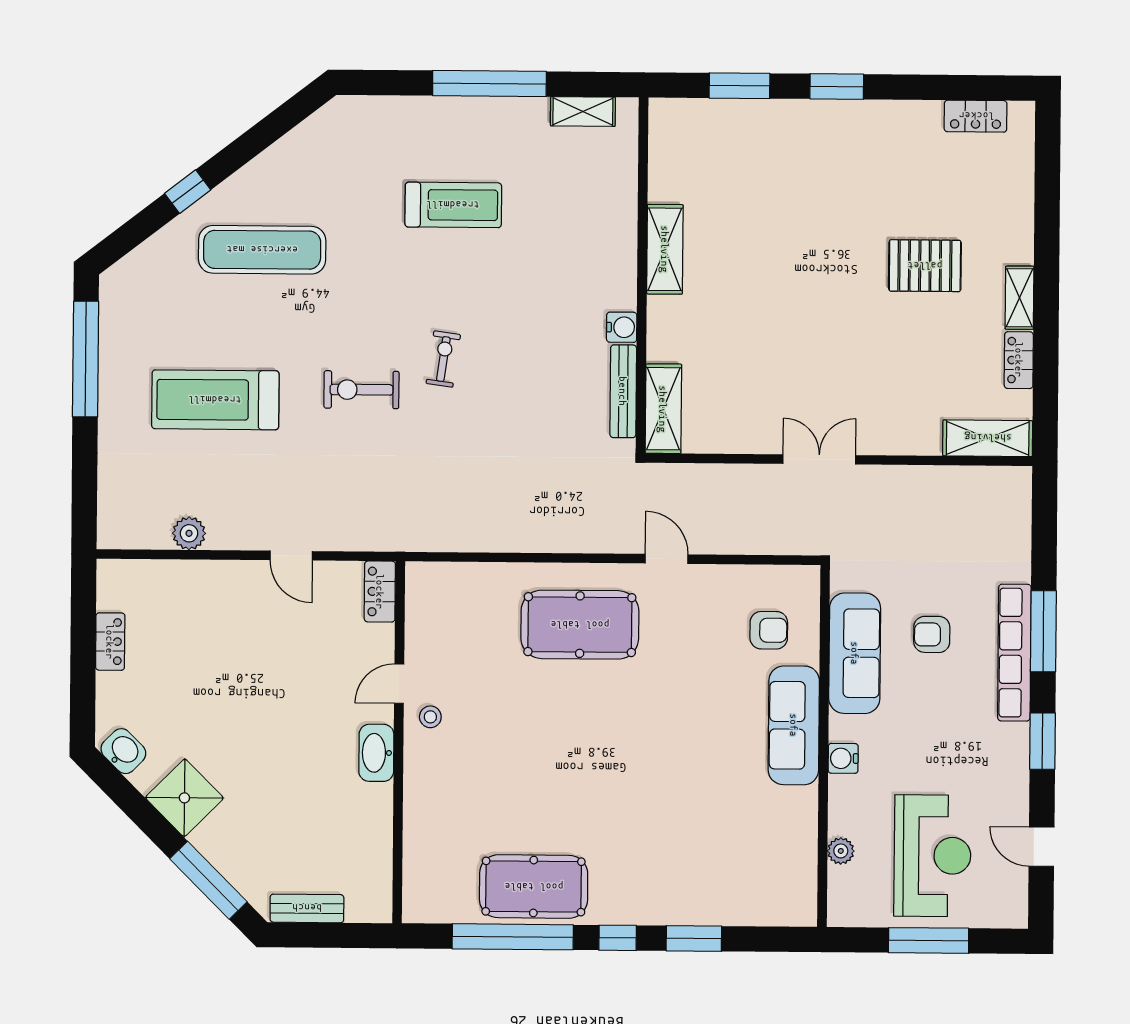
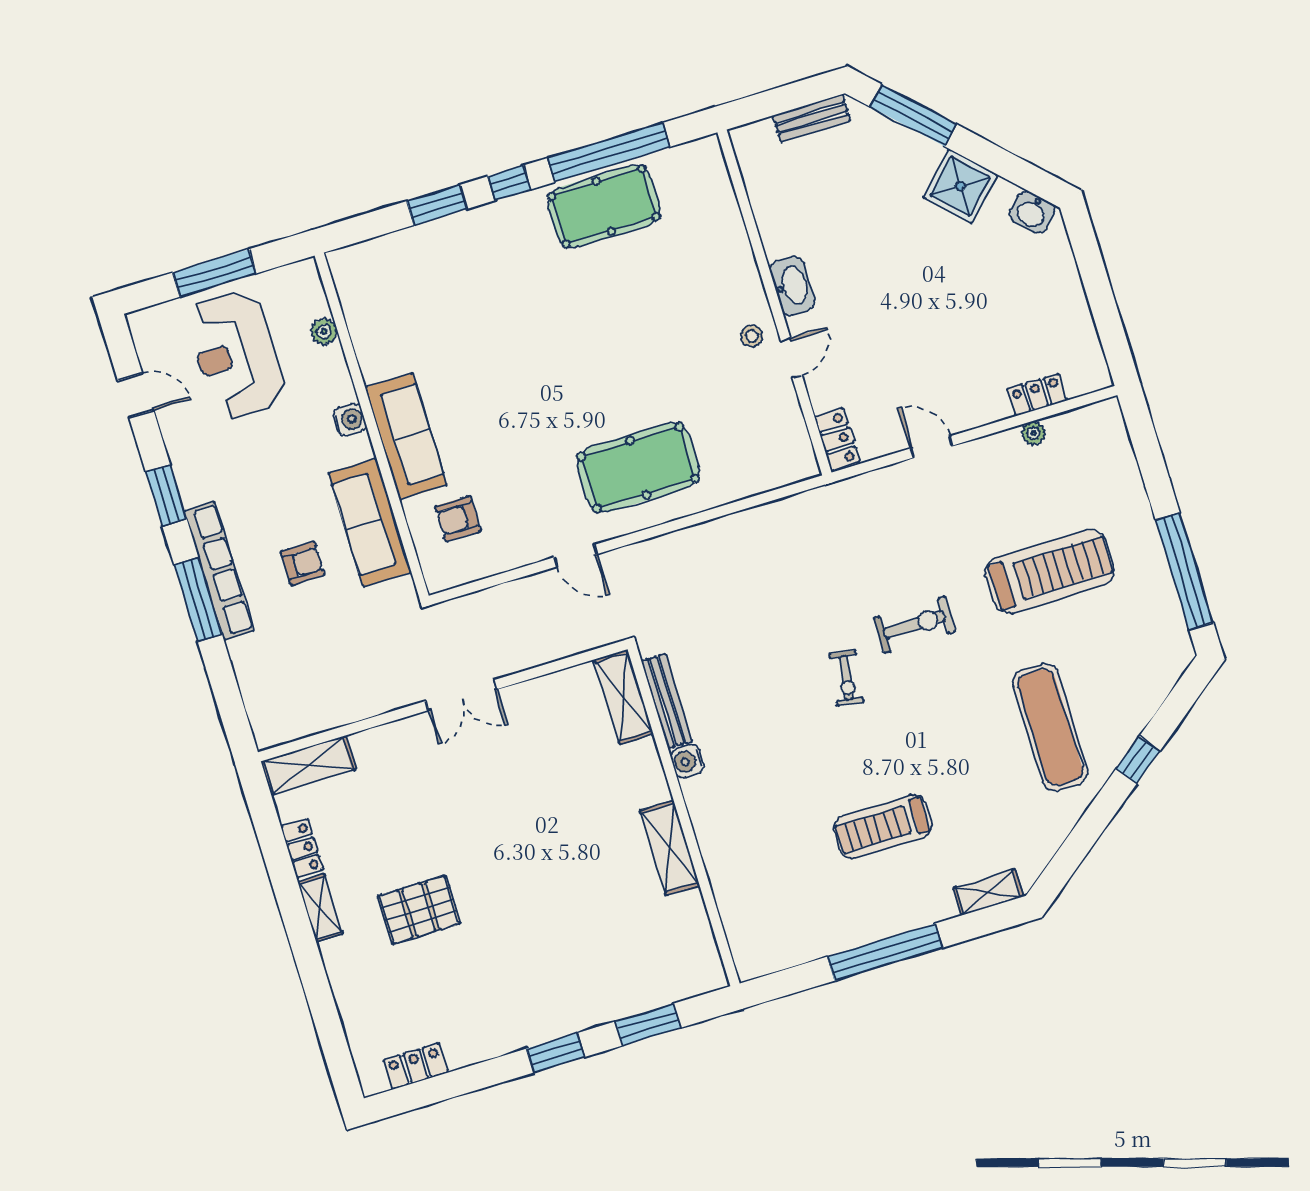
shelving: (583, 112) -> (988, 892), moved
exercise mat: (262, 250) -> (1050, 727), turned 90
plant: (189, 533) -> (1033, 433), width x0.73, depth x0.73
locker: (110, 642) -> (1037, 395), moved, turned 90

